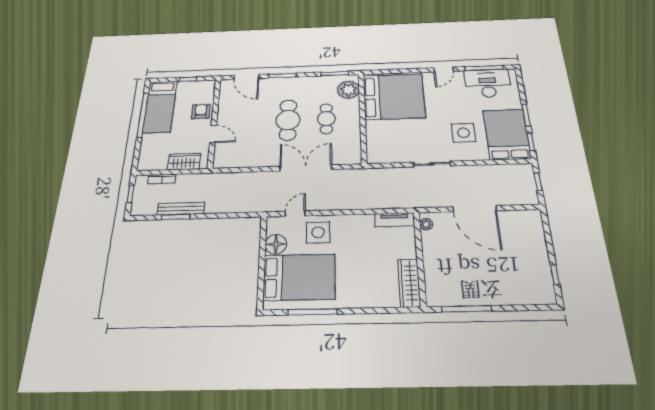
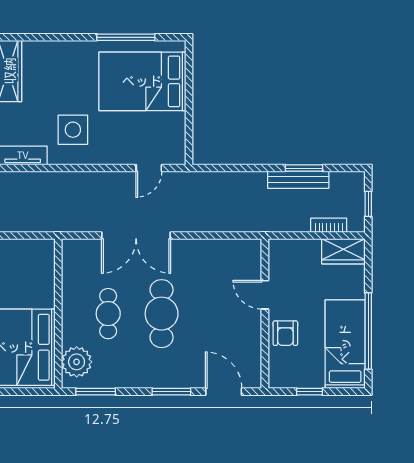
wardrobe: (184, 162) -> (343, 251), moved
side table: (318, 232) -> (73, 130), moved
floor lamp: (276, 244) -> (172, 126), removed

